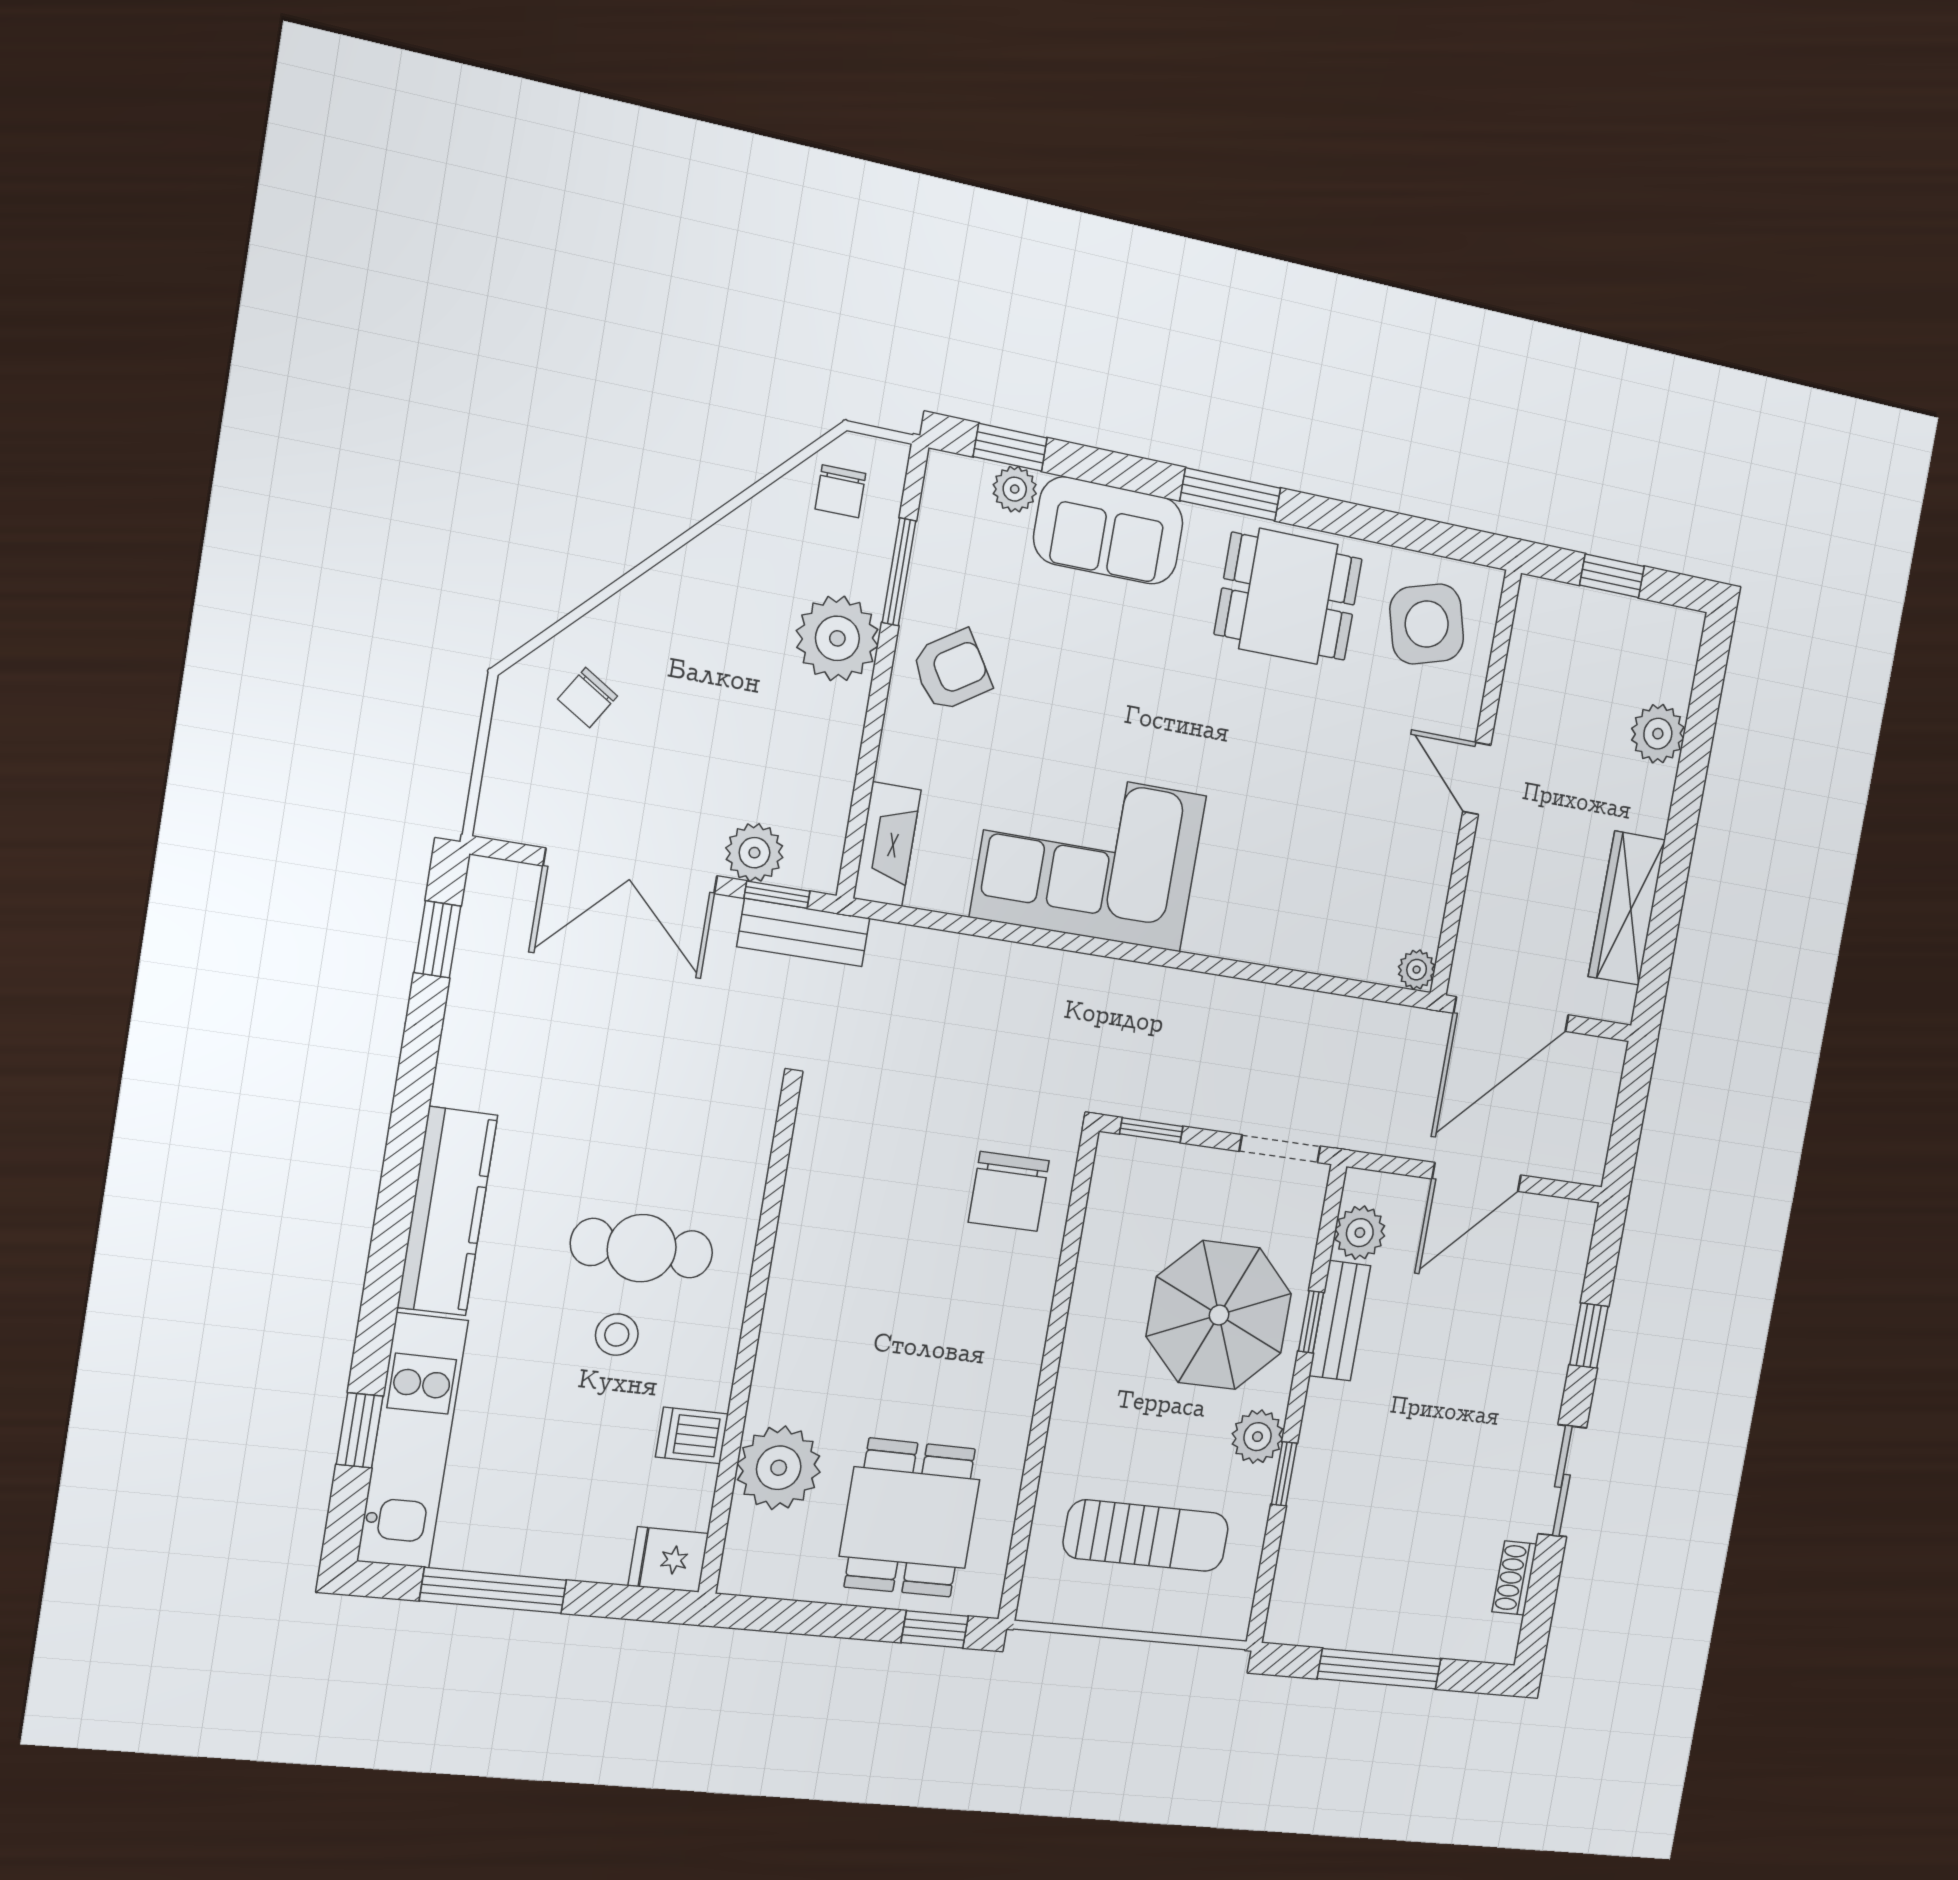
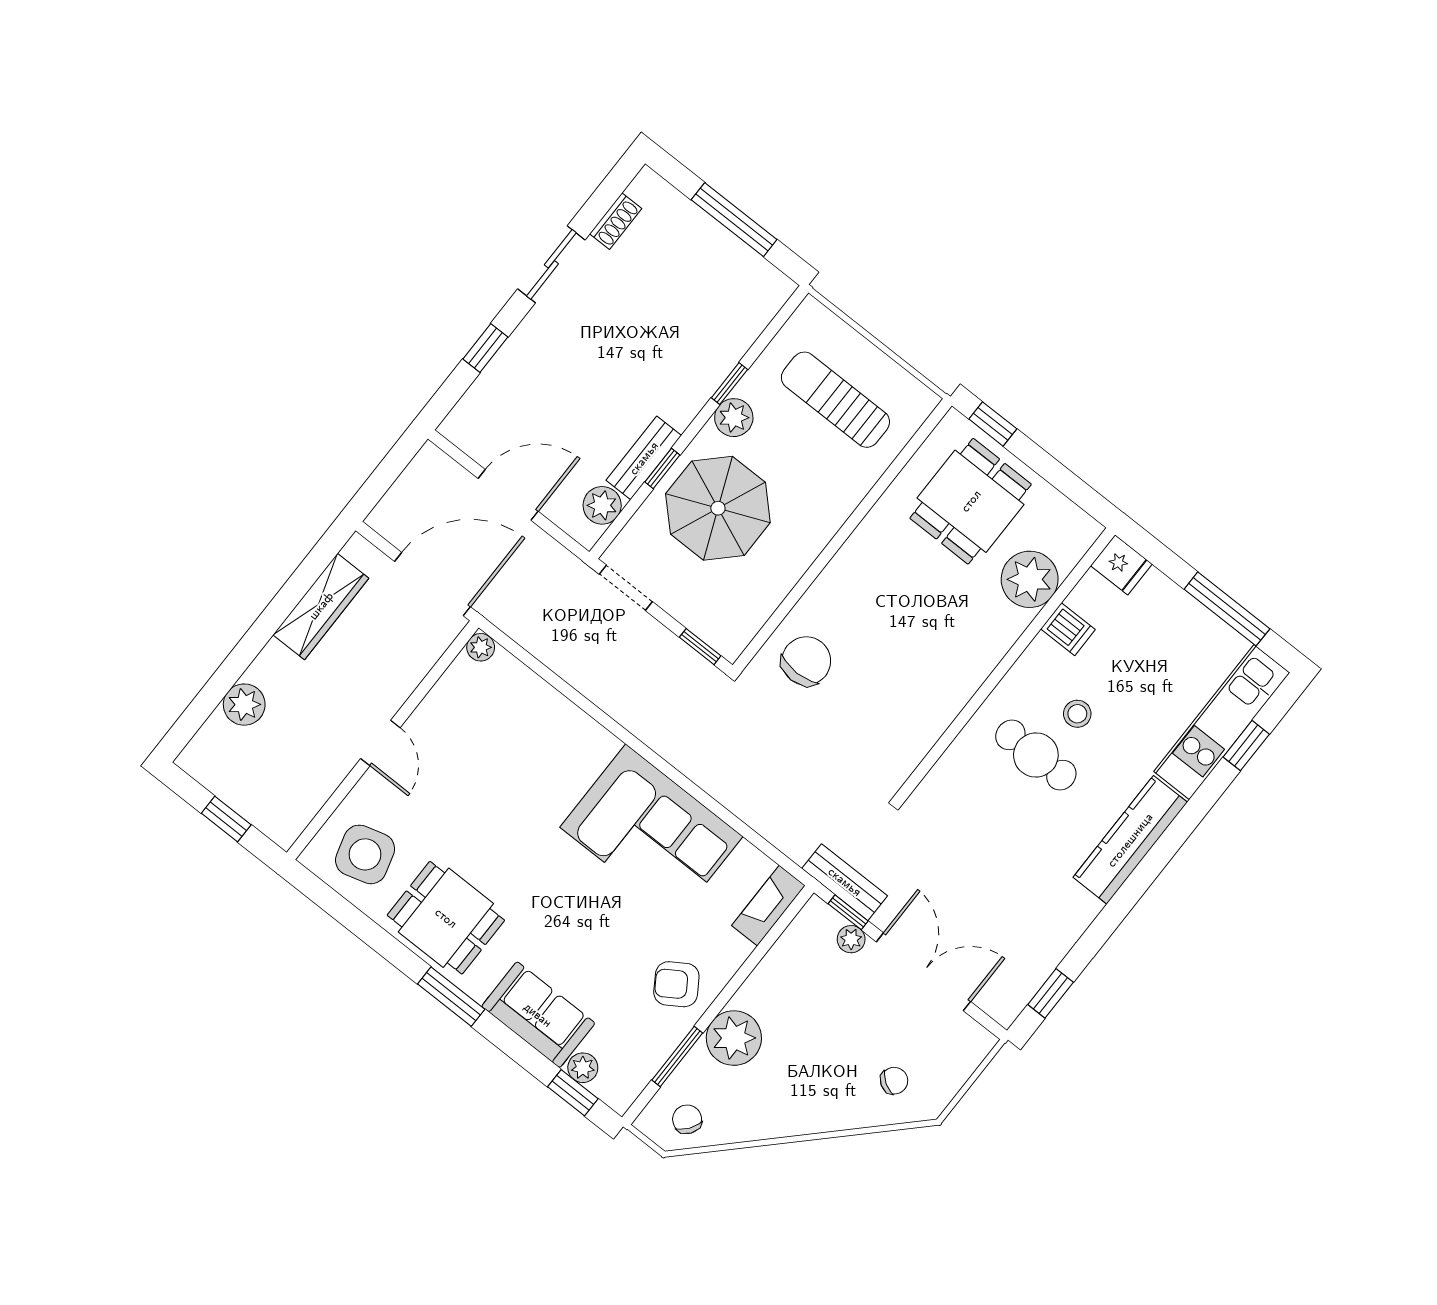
chair: (840, 491) -> (687, 1119), turned -54
plant: (754, 853) -> (851, 939), width x0.73, depth x0.73

